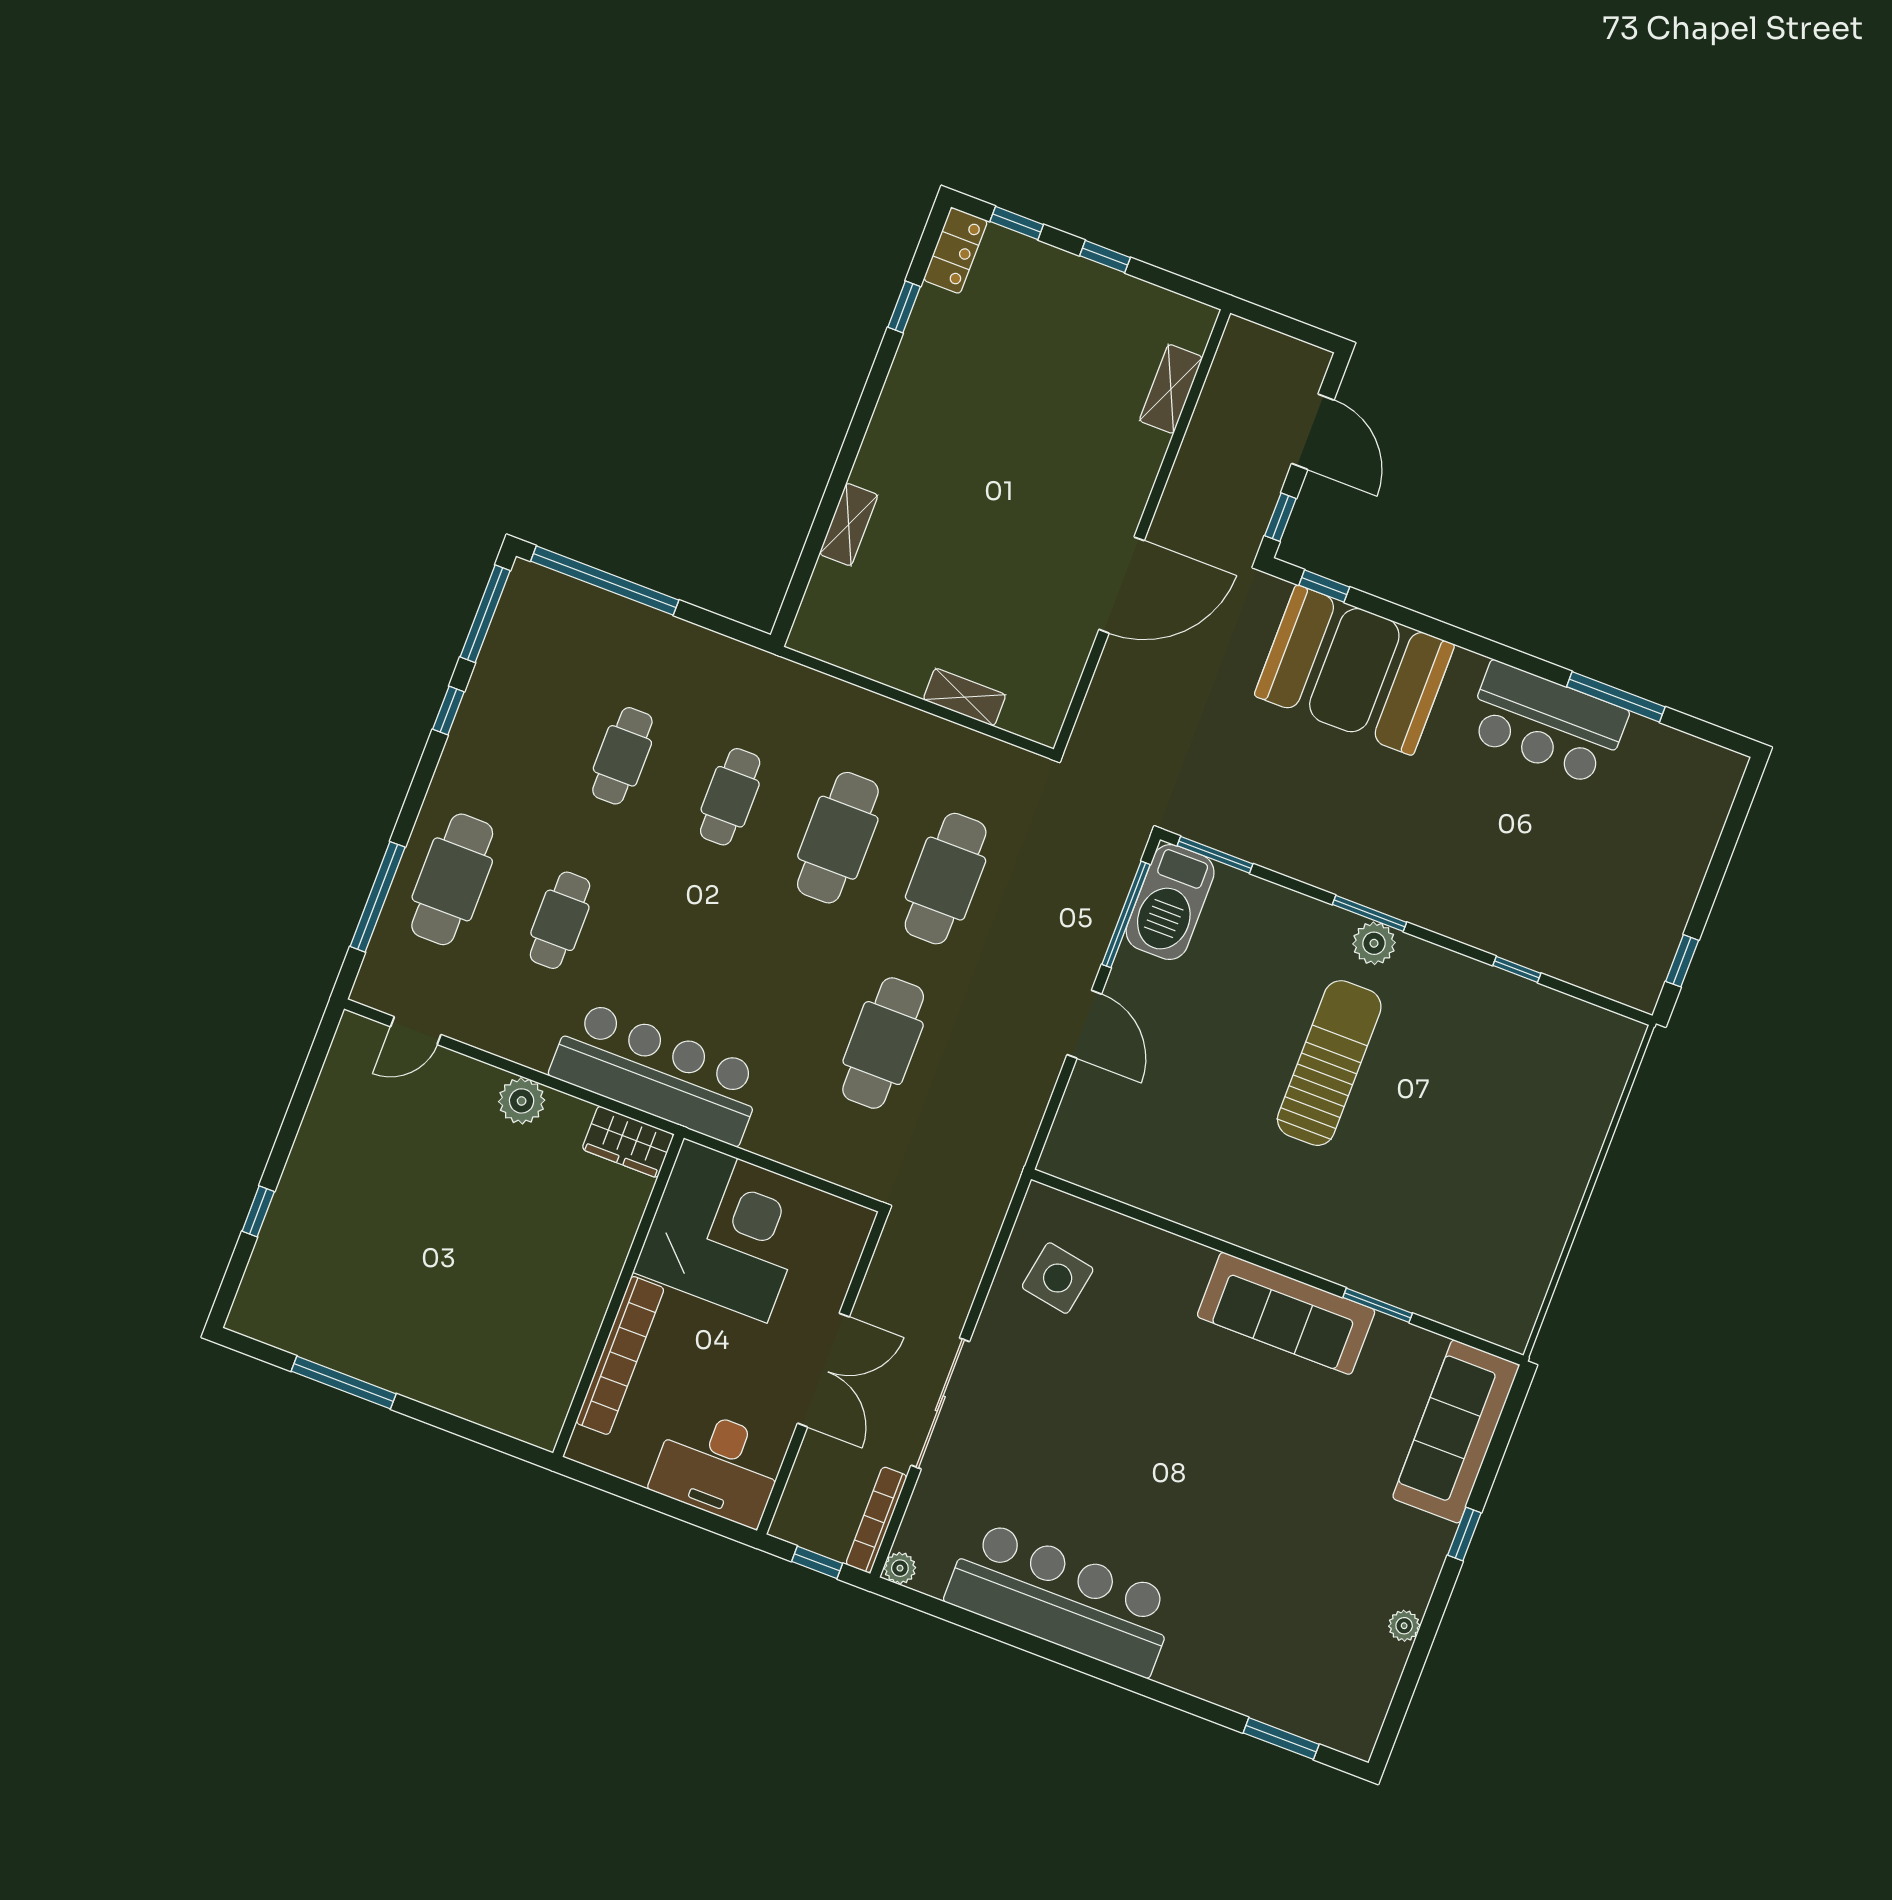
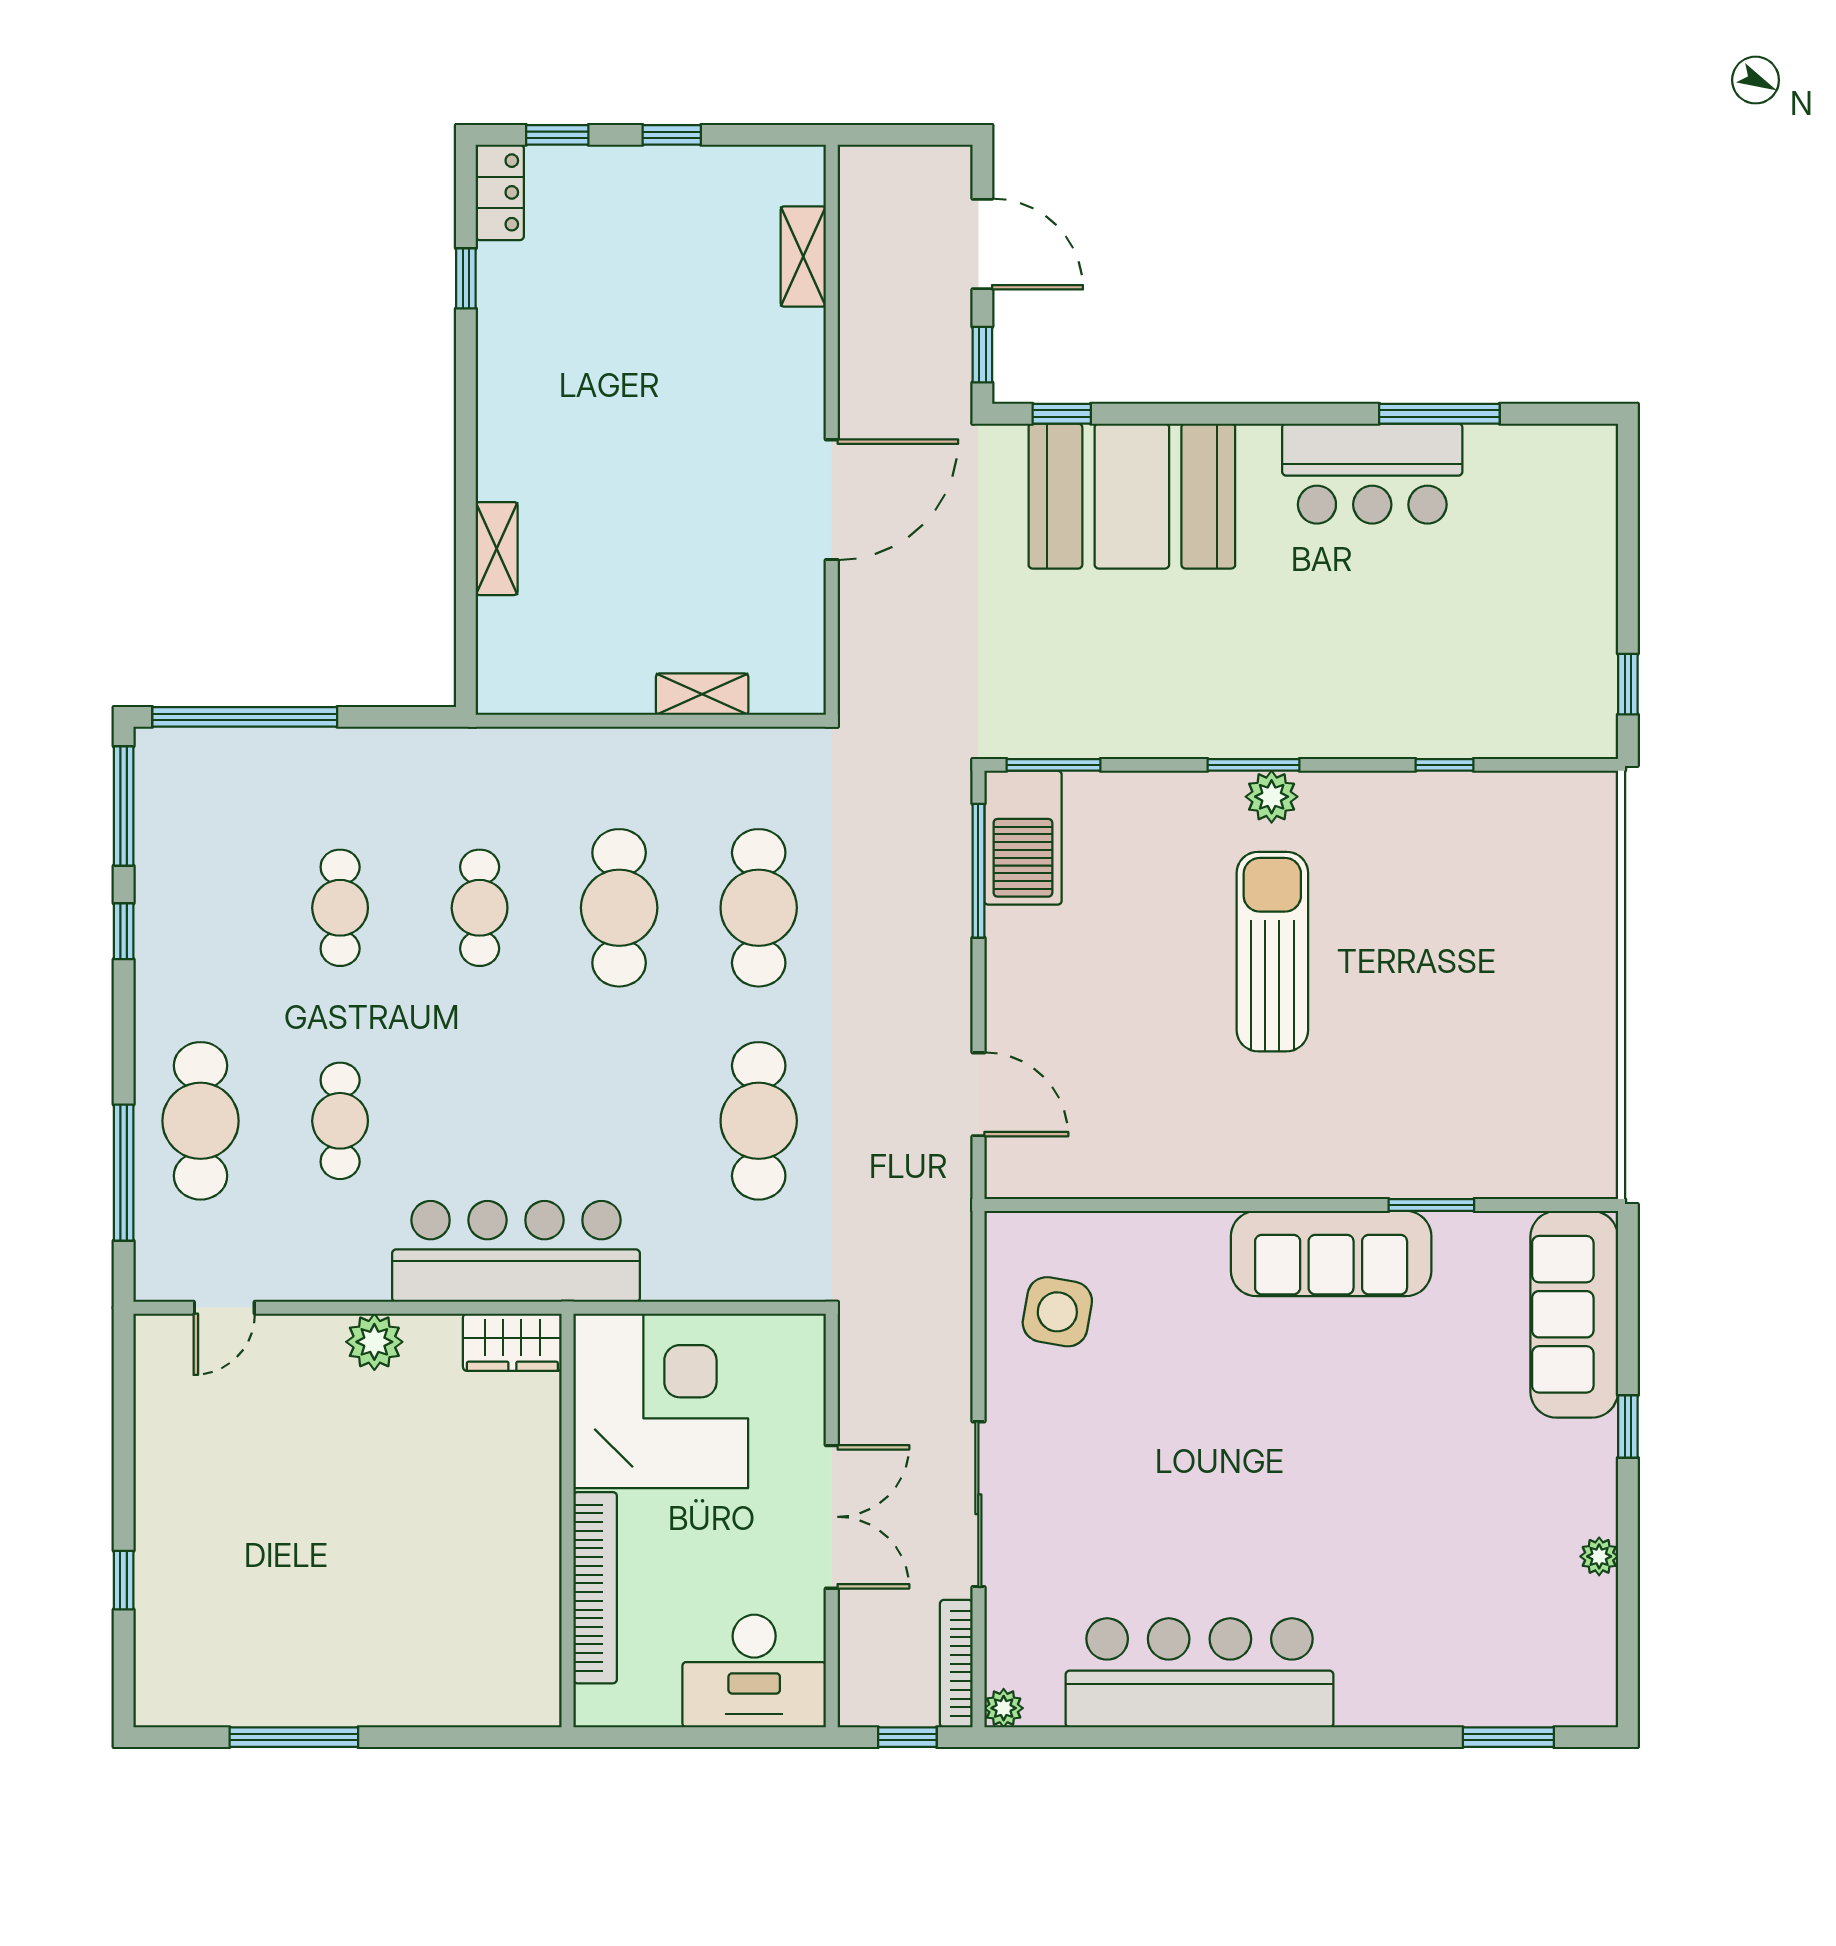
door: (1084, 1024) -> (978, 1094), moved

